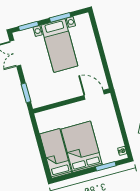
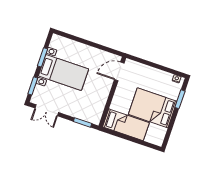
bed: (56, 153) -> (126, 125), moved, turned 180

